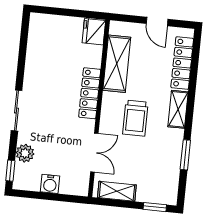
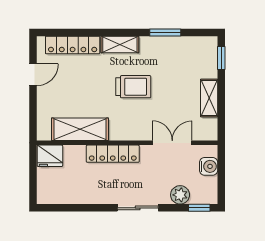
fridge: (94, 32) -> (50, 156), moved
shelving: (117, 64) -> (80, 129), moved
locker: (90, 93) -> (113, 154), moved
wall: (99, 108) -> (127, 143), moved
double door: (94, 153) -> (172, 143), moved

